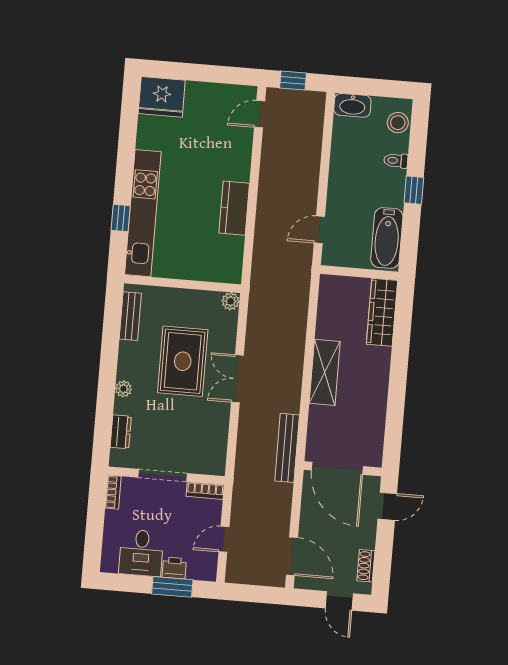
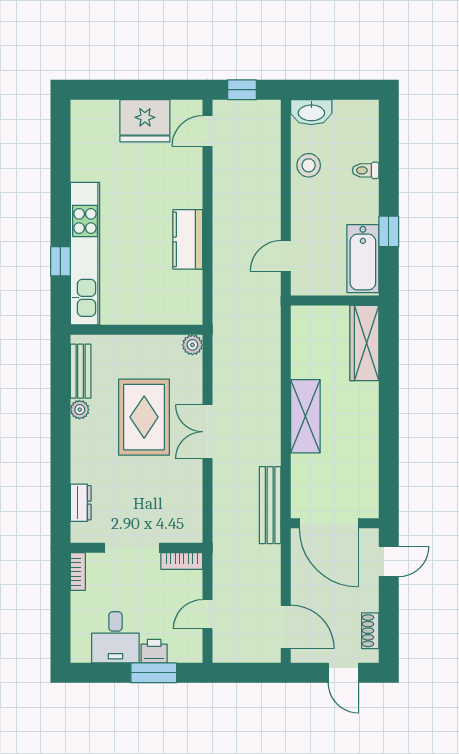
fridge: (162, 97) -> (145, 121), moved
stool: (398, 123) -> (309, 165), moved
window: (414, 190) -> (389, 231), moved
plant: (123, 389) -> (80, 410), moved

